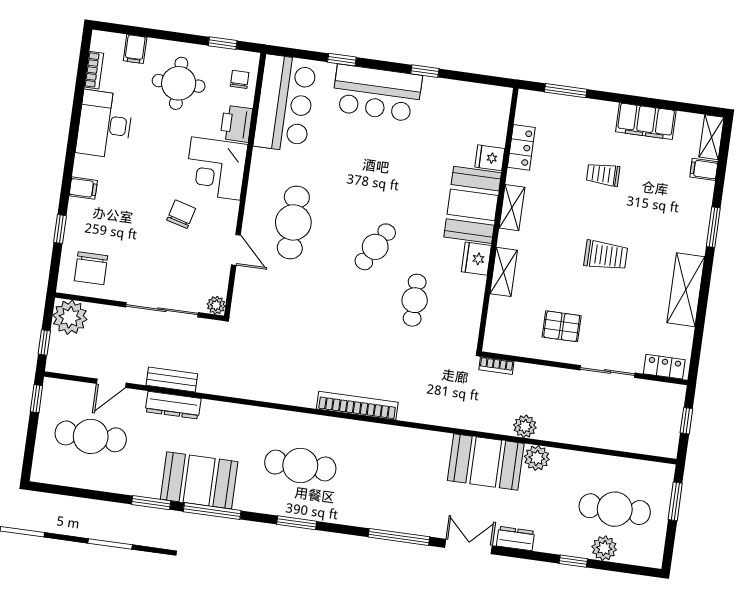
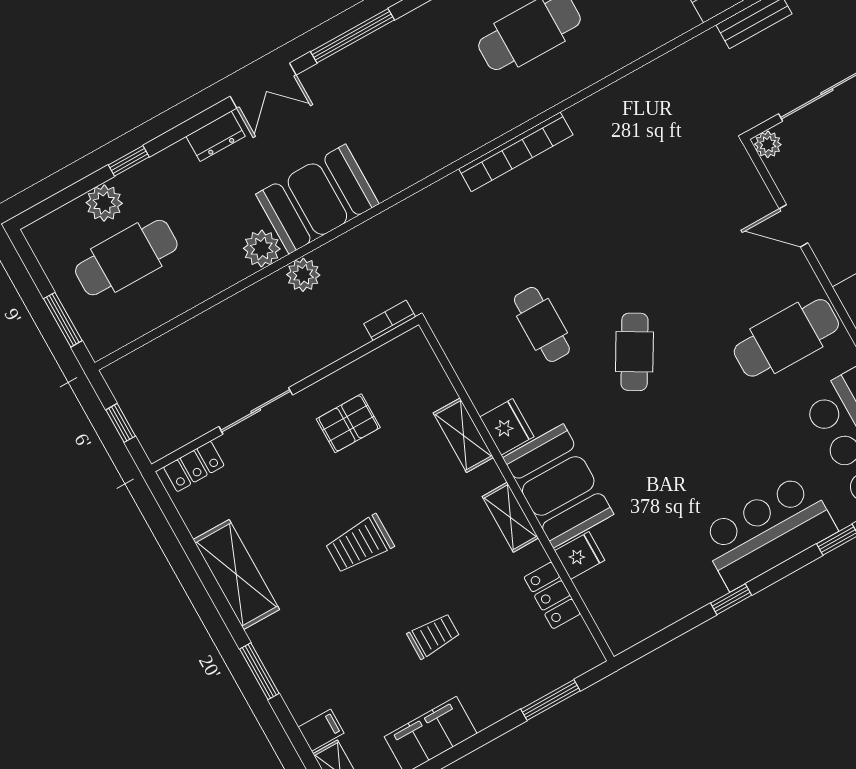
cafe table: (293, 222) -> (786, 338), moved, turned 90

